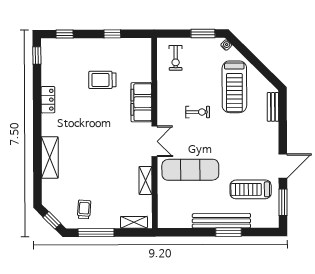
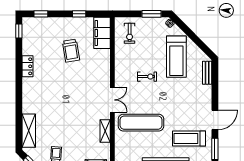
trolley: (102, 80) -> (71, 51), turned -99
filing cabinet: (141, 102) -> (102, 33), moved
shelving: (50, 157) -> (29, 131), moved

